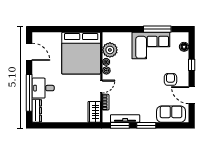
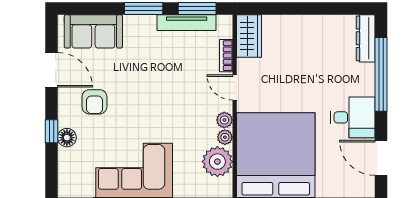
floor lamp: (184, 47) -> (67, 138), moved
door: (101, 86) -> (235, 87), hinge flipped
desk: (43, 88) -> (353, 117), moved

